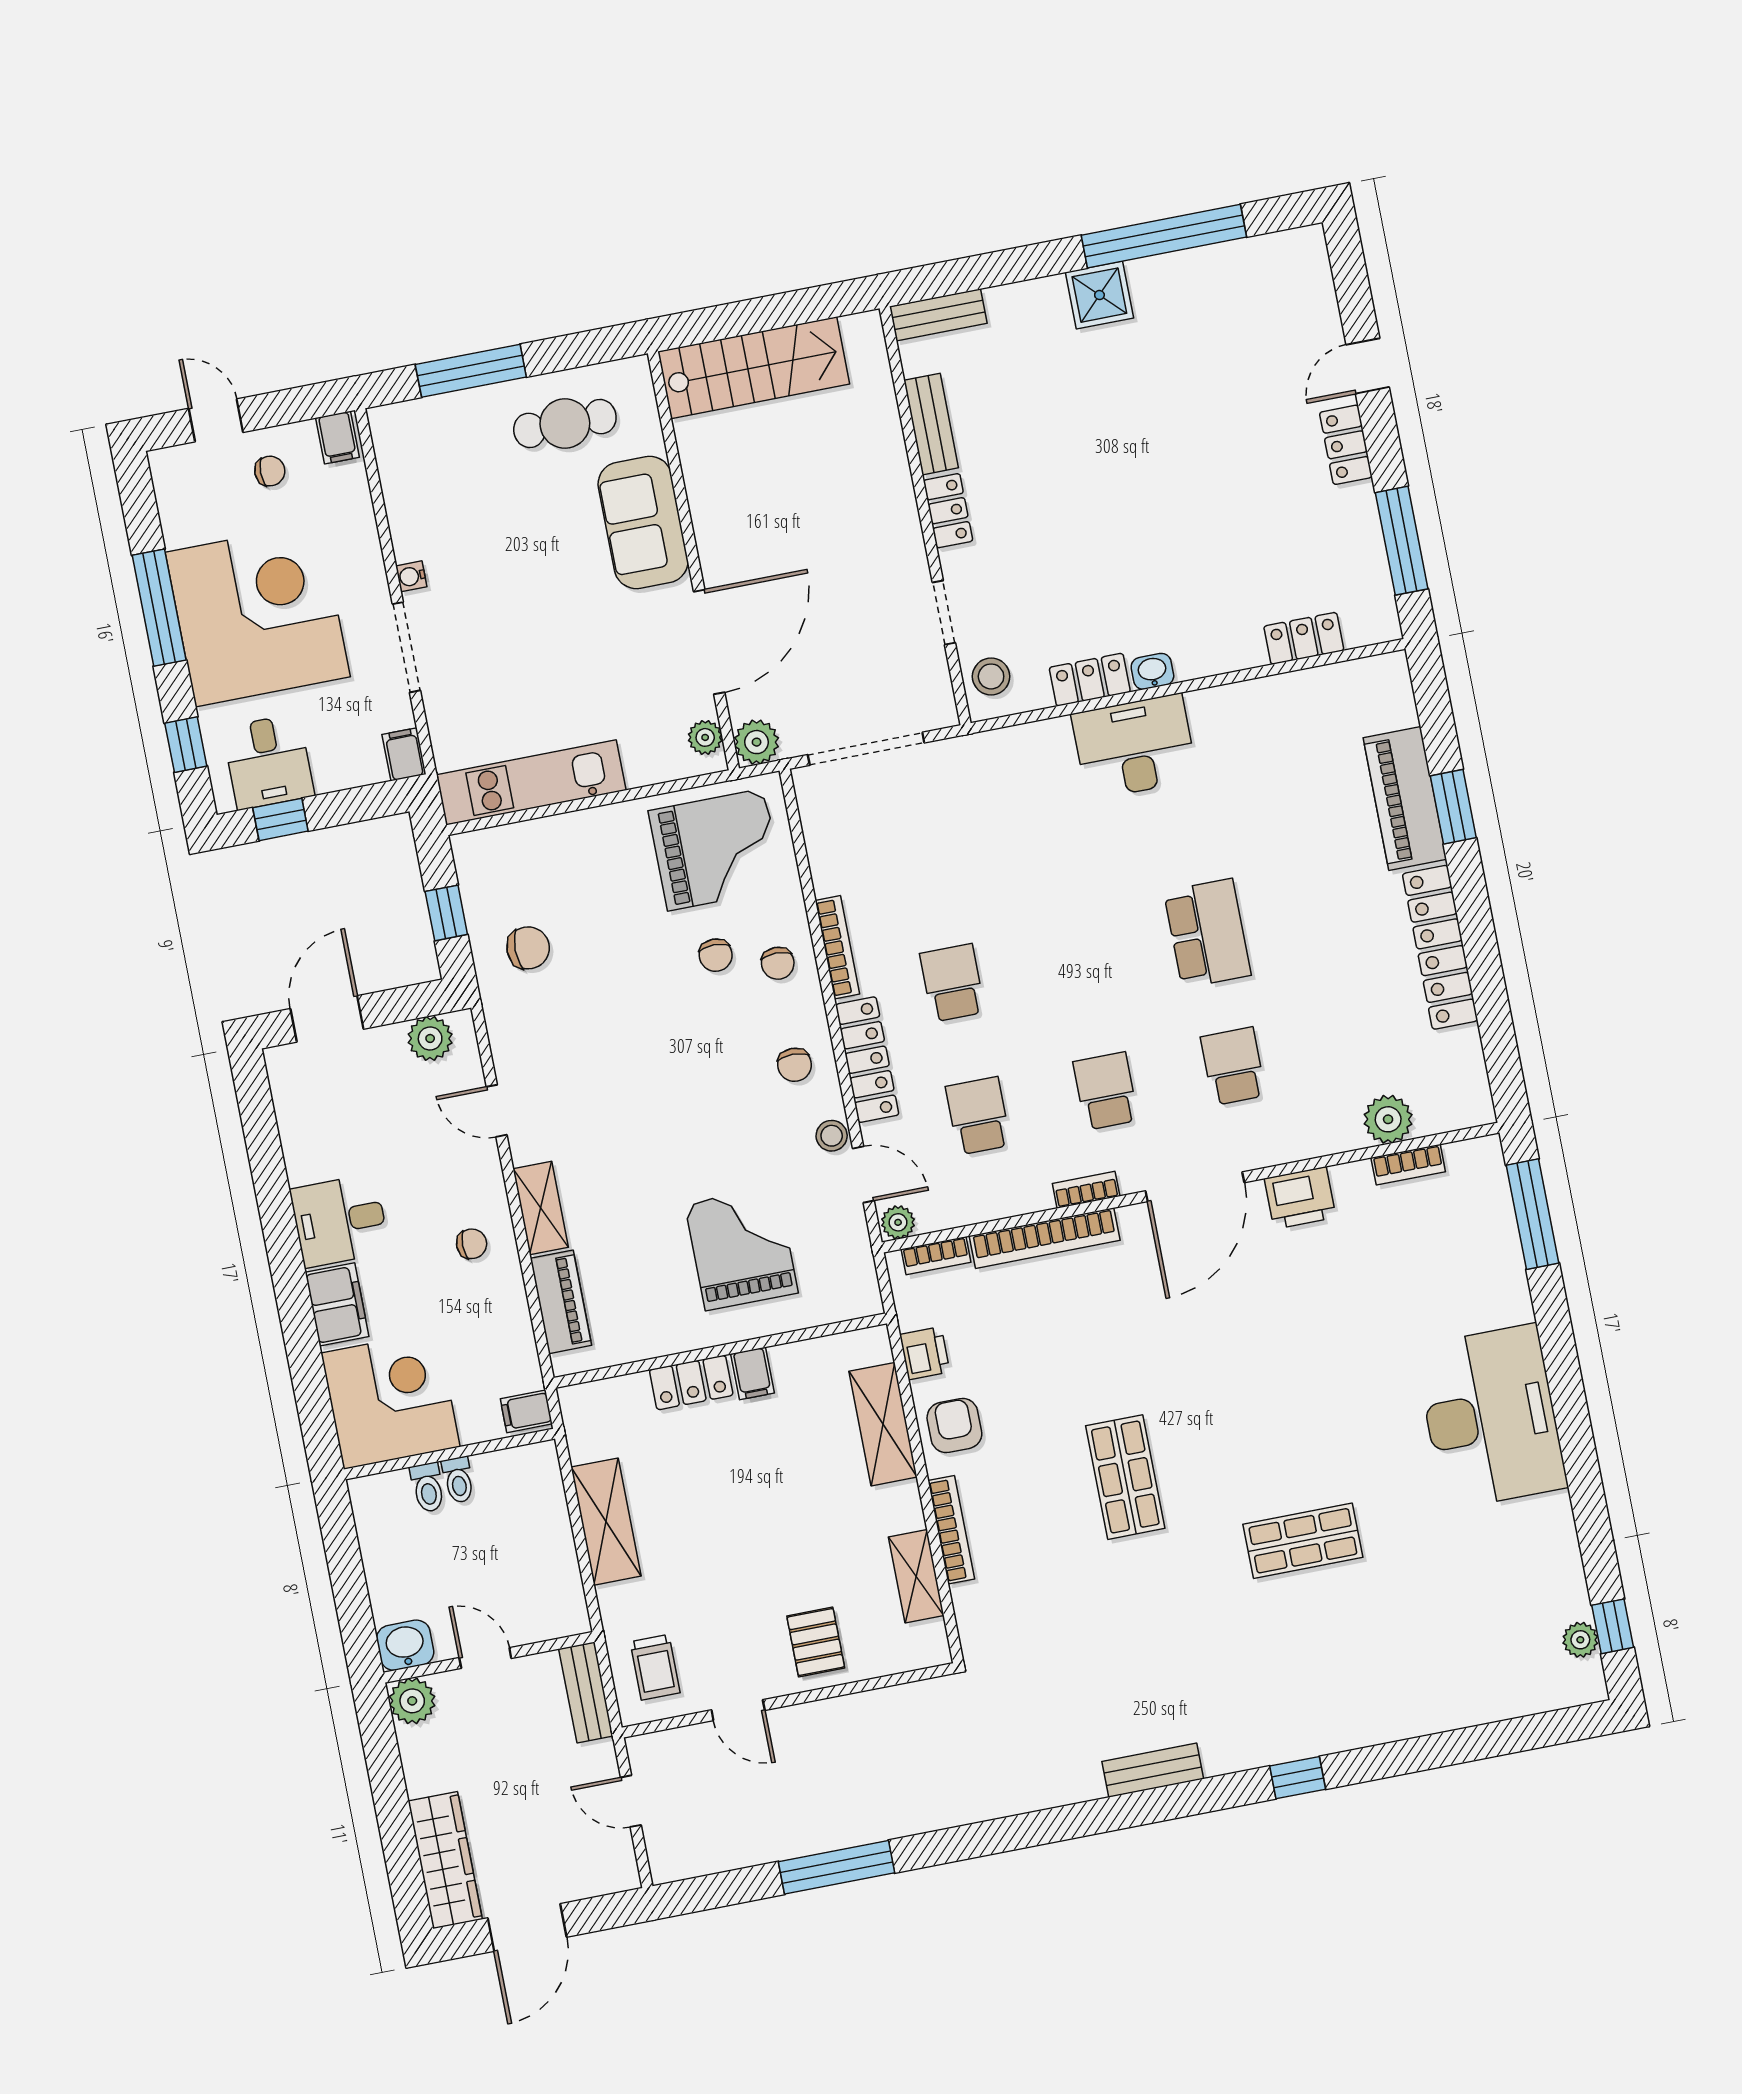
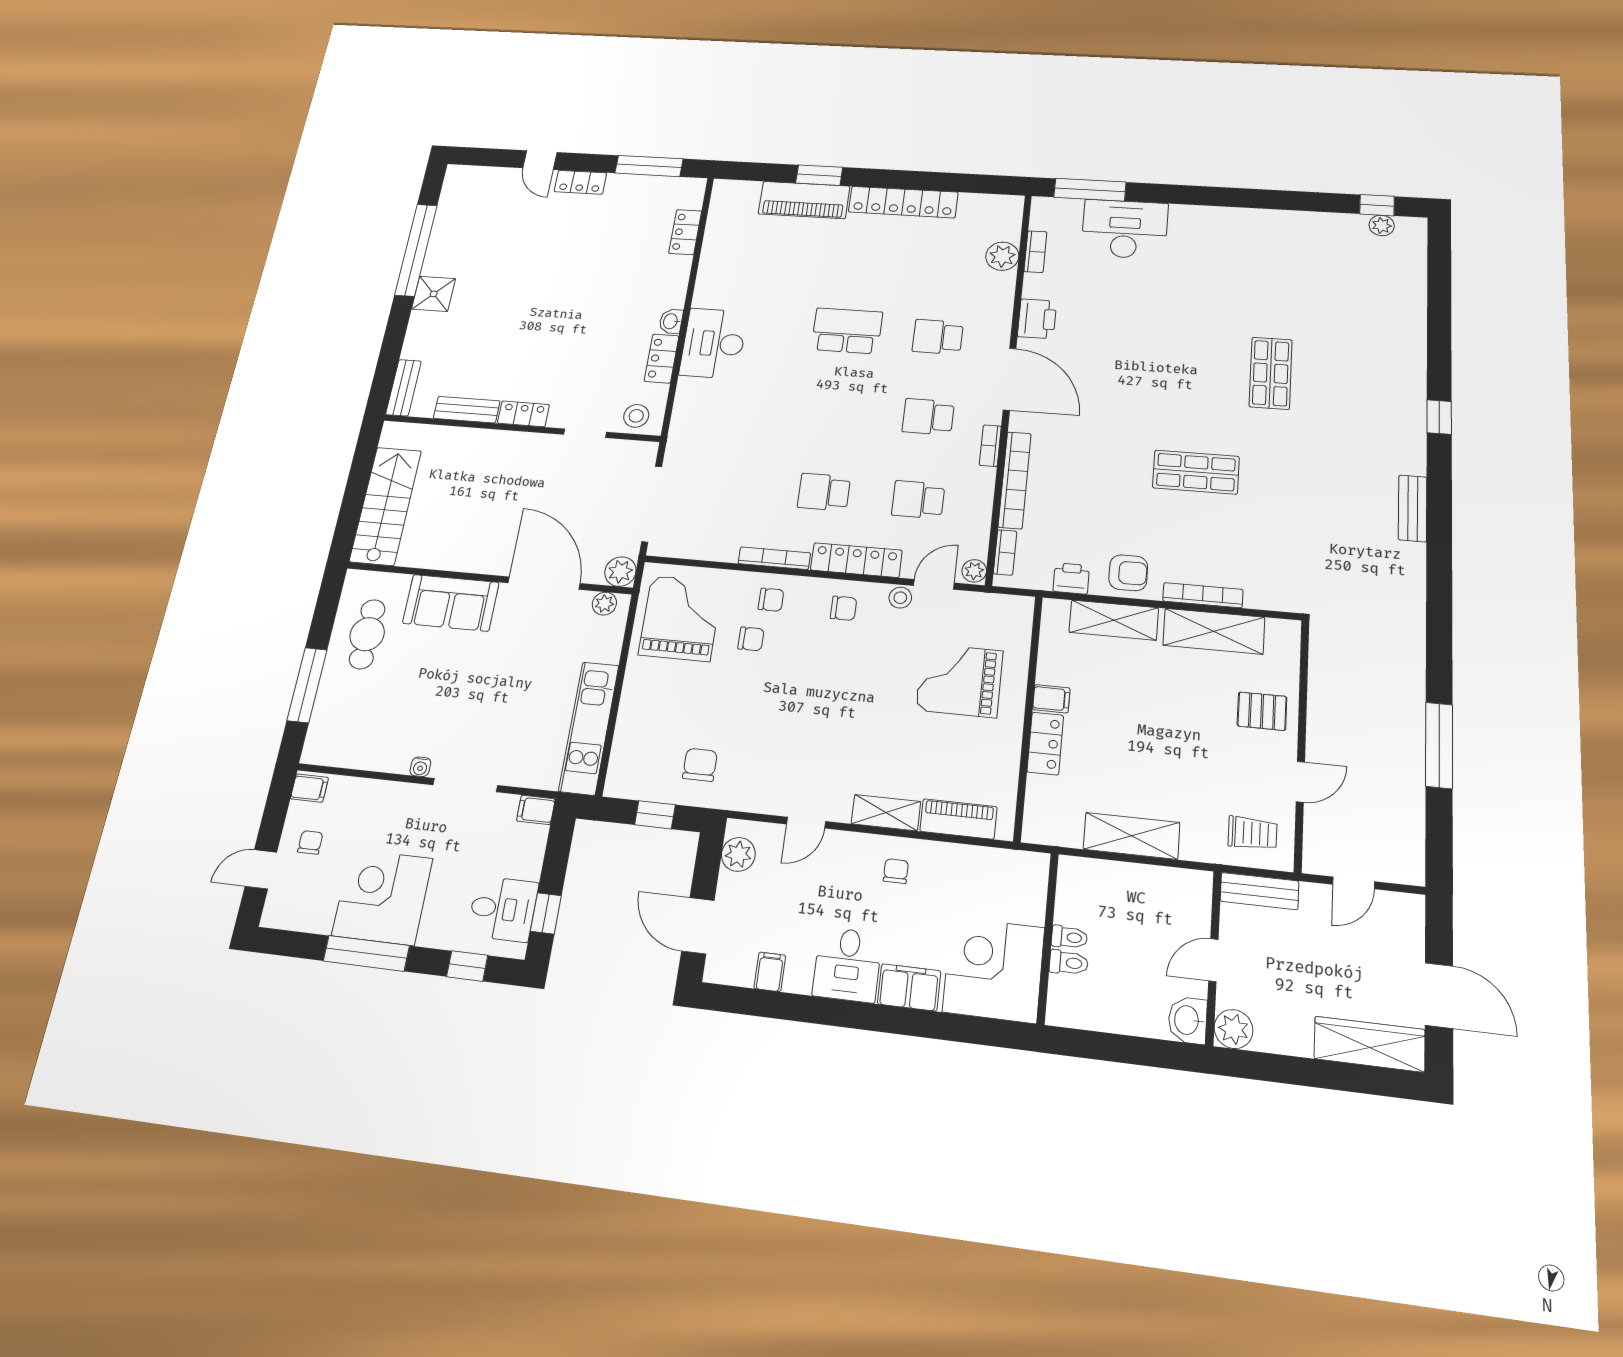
corner desk: (258, 615) -> (382, 897), width x0.74, depth x0.74
filing cabinet: (526, 1411) -> (770, 972), moved, turned 180
desk: (1491, 1417) -> (1125, 229), moved, width x0.73, depth x0.77
armchair: (954, 1426) -> (1128, 573), turned 180
shelving: (916, 1576) -> (1214, 631), width x1.50, depth x1.33

